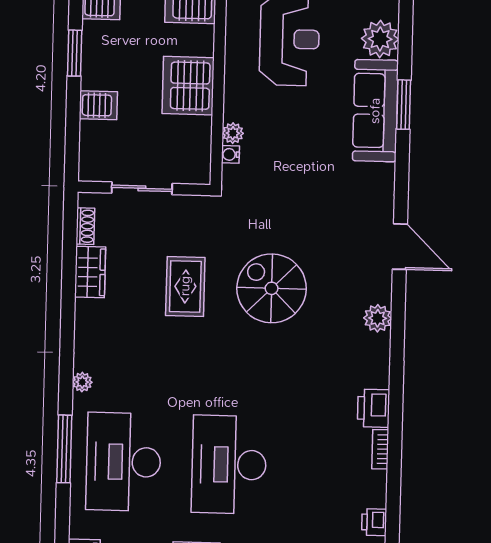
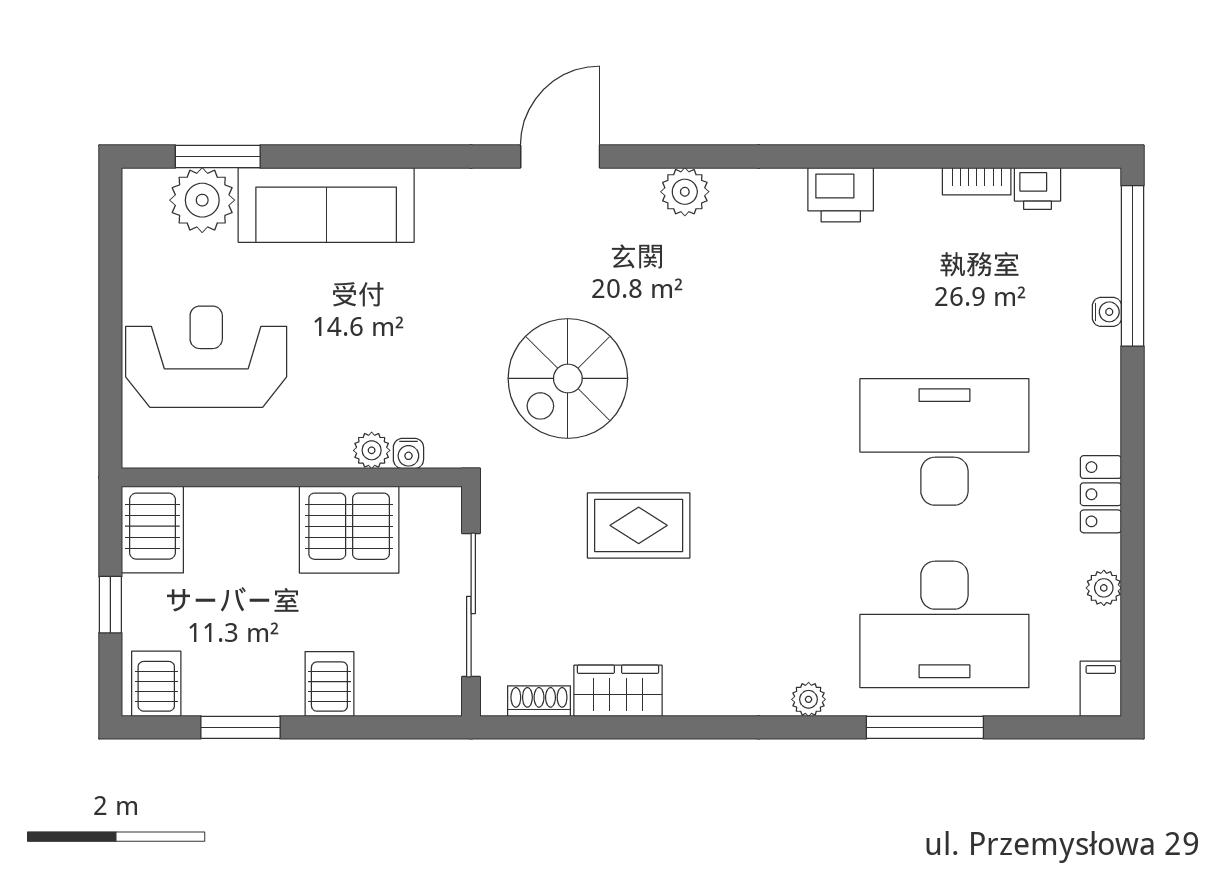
server rack: (188, 86) -> (349, 530), moved
window: (404, 105) -> (218, 157), moved
sliding door: (142, 188) -> (471, 605), width x1.37
spiral stairs: (272, 288) -> (568, 378), moved
bookcase: (380, 449) -> (977, 181), moved
desk: (229, 465) -> (944, 442), turned 180

